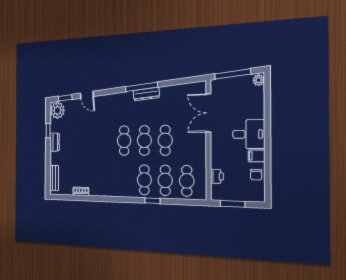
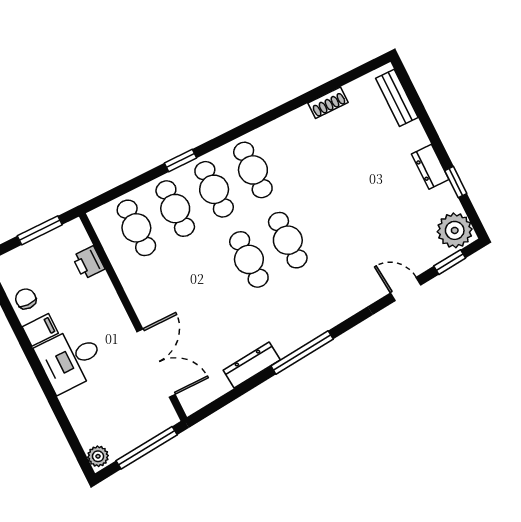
dresser: (146, 94) -> (252, 365), moved
cafe table: (165, 140) -> (253, 170), moved

